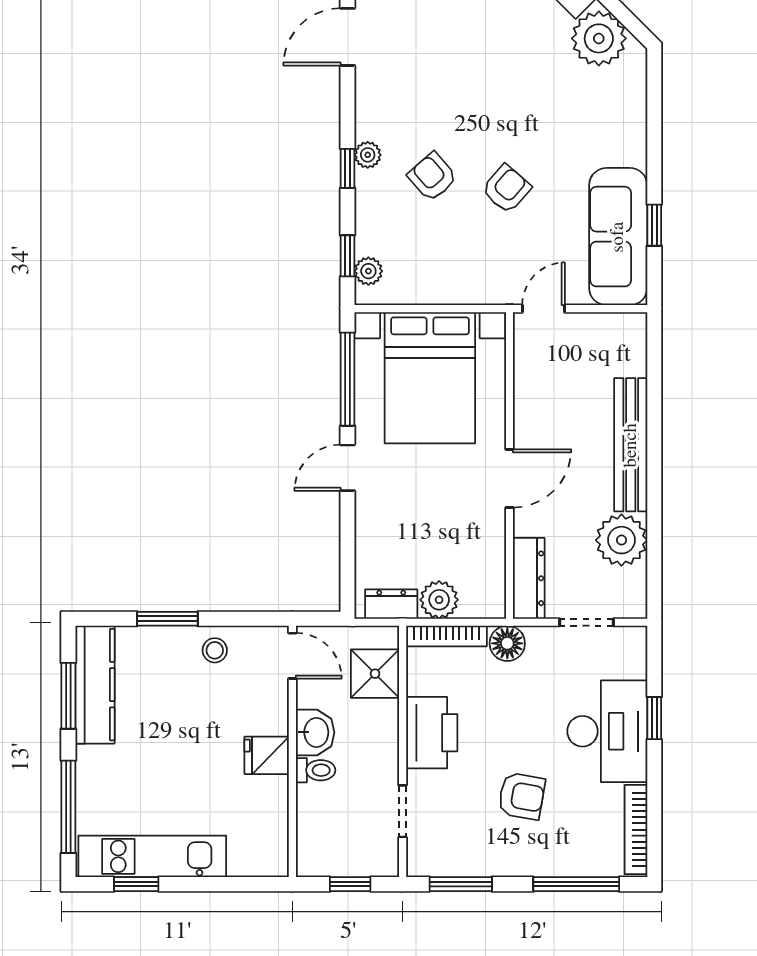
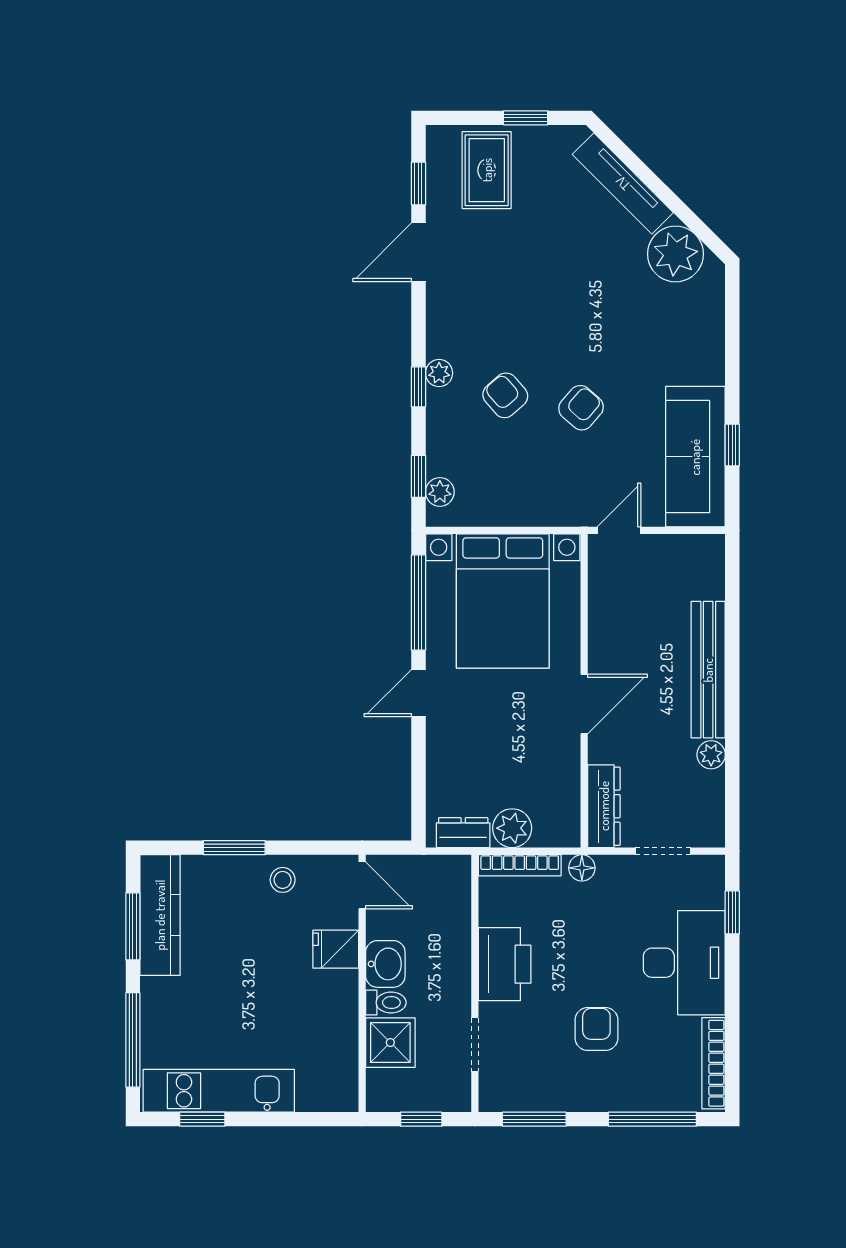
plant: (621, 540) -> (711, 755), width x0.53, depth x0.53
floor lamp: (507, 643) -> (582, 868), width x0.73, depth x0.73
shower: (375, 674) -> (390, 1043), moved
window: (654, 718) -> (732, 912), moved
fridge: (267, 755) -> (336, 949), moved
armchair: (522, 796) -> (596, 1029), turned -100

